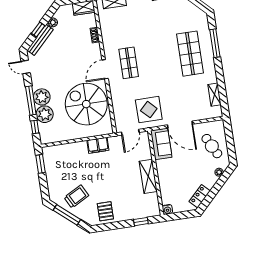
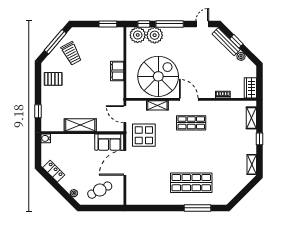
shelving: (214, 95) -> (157, 105), moved
plant: (42, 97) -> (138, 35), moved
filing cabinet: (98, 145) -> (117, 71), moved

